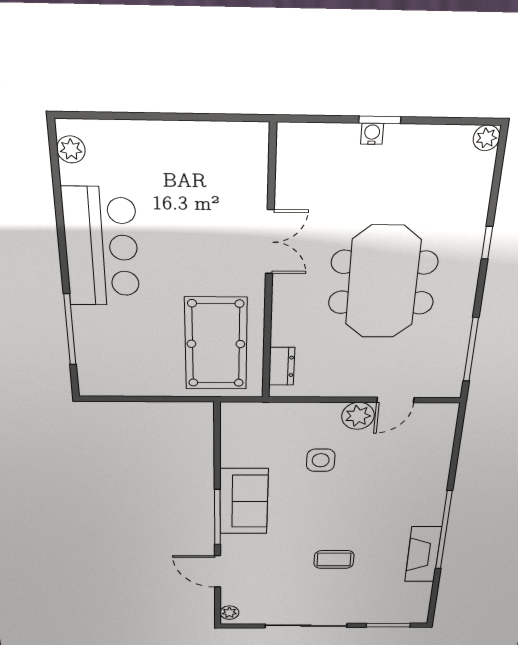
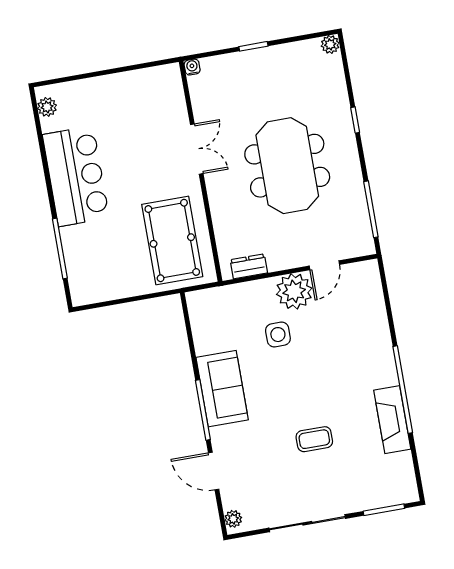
water cooler: (372, 134) -> (192, 67), moved
dresser: (282, 366) -> (249, 266), moved, turned -90
plant: (358, 416) -> (294, 291), width x1.36, depth x1.36

